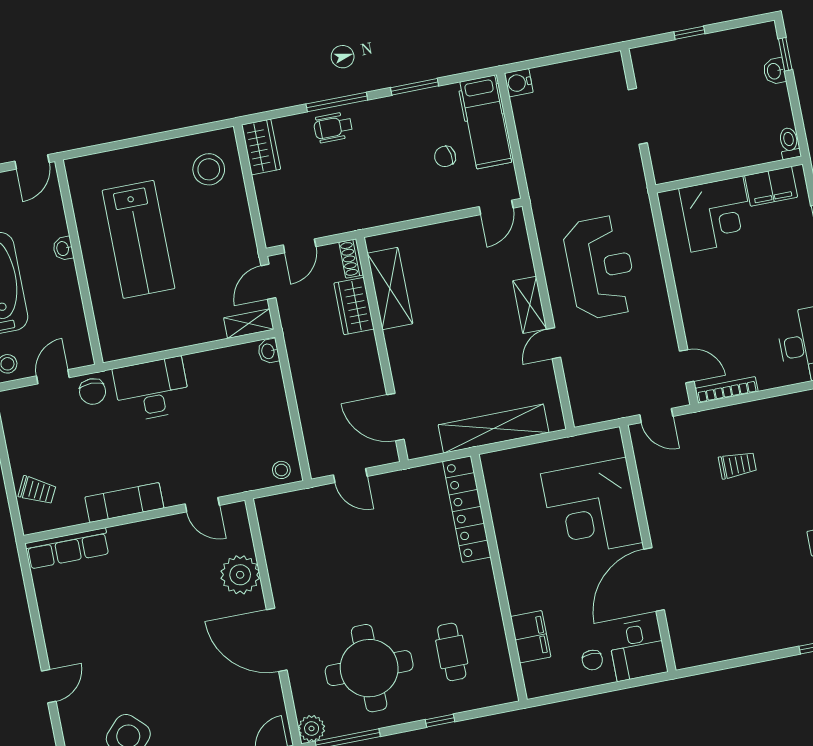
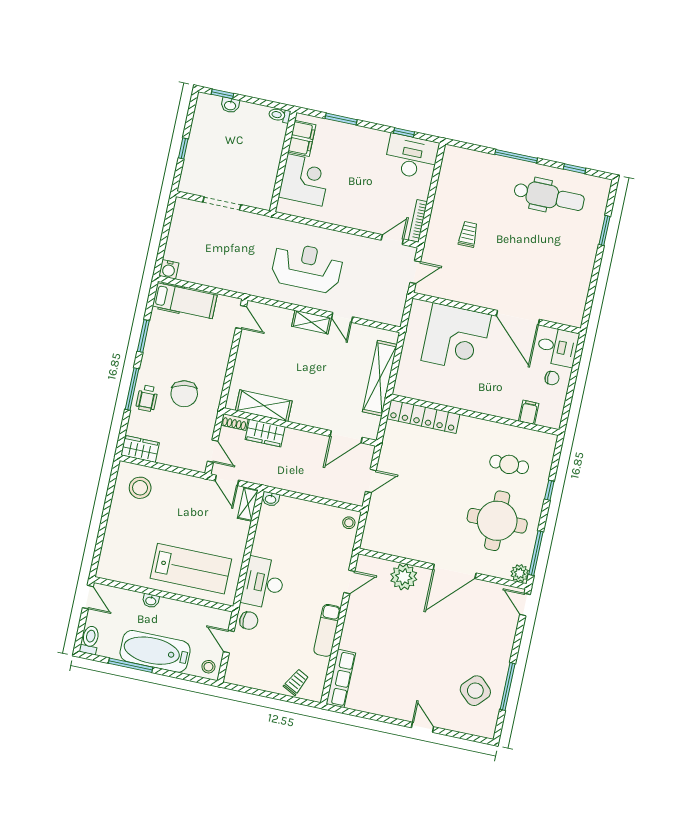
chair: (445, 156) -> (184, 394), moved, width x1.87, depth x1.87
lab bench: (139, 239) -> (191, 569), moved
filing cabinet: (531, 637) -> (529, 412), width x0.50

